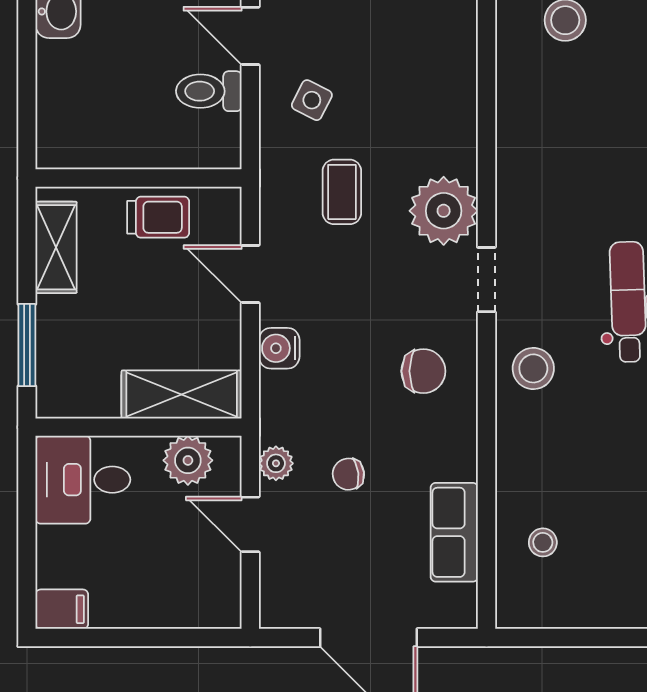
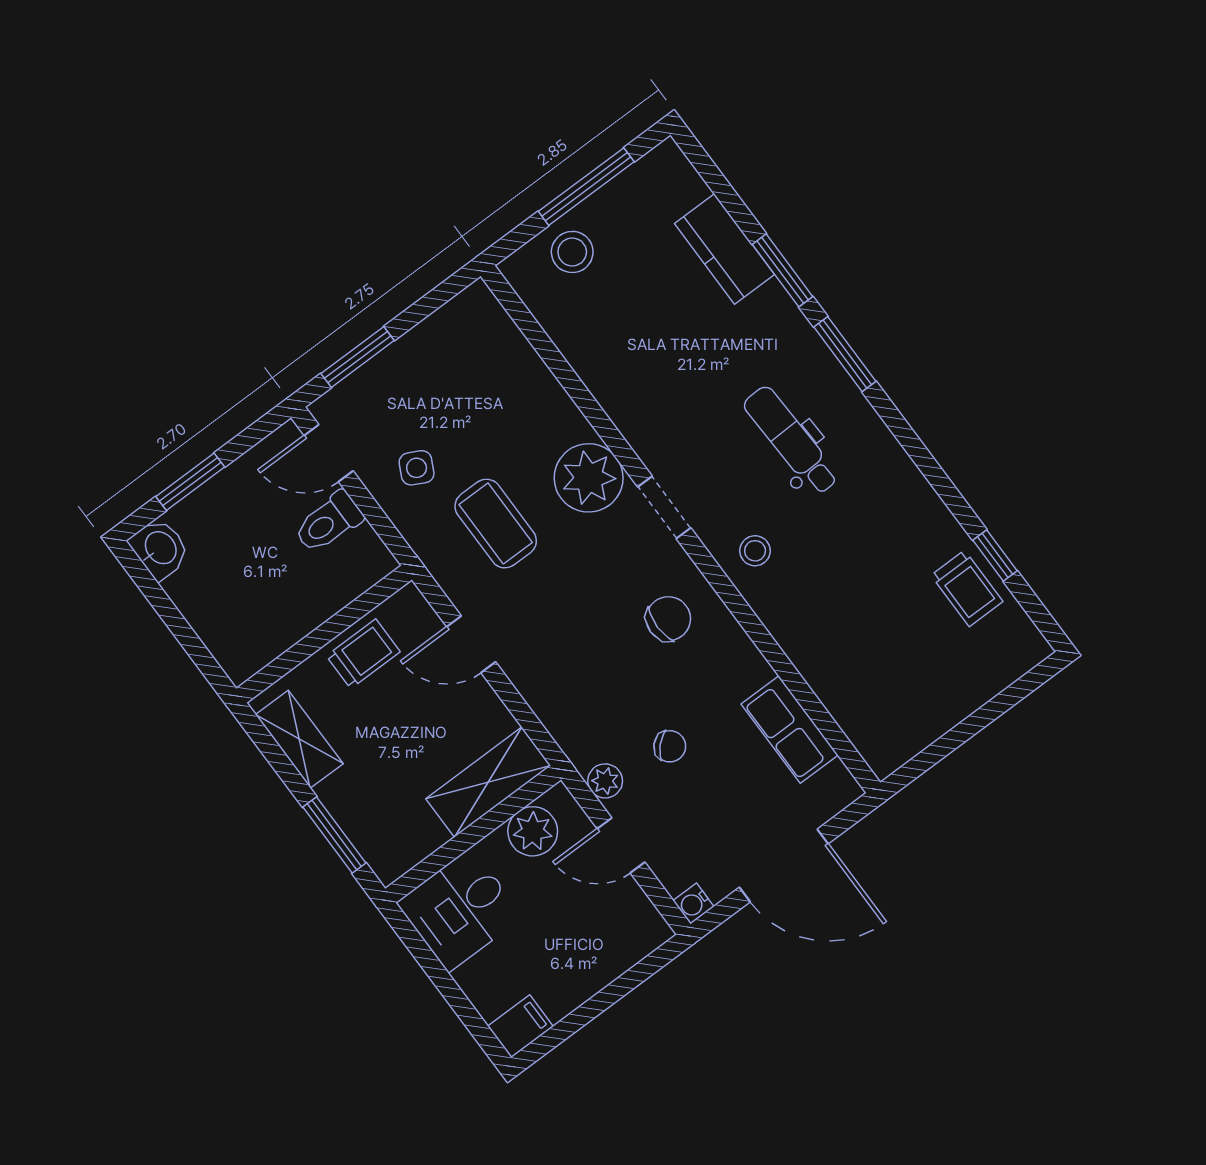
coffee table: (342, 192) -> (496, 524), width x1.36, depth x1.30
water cooler: (279, 348) -> (694, 904), moved, width x0.72, depth x0.72
stool: (533, 368) -> (755, 551), width x0.73, depth x0.73
chair: (348, 474) -> (670, 746), turned -128
stool: (543, 542) -> (867, 685), removed

